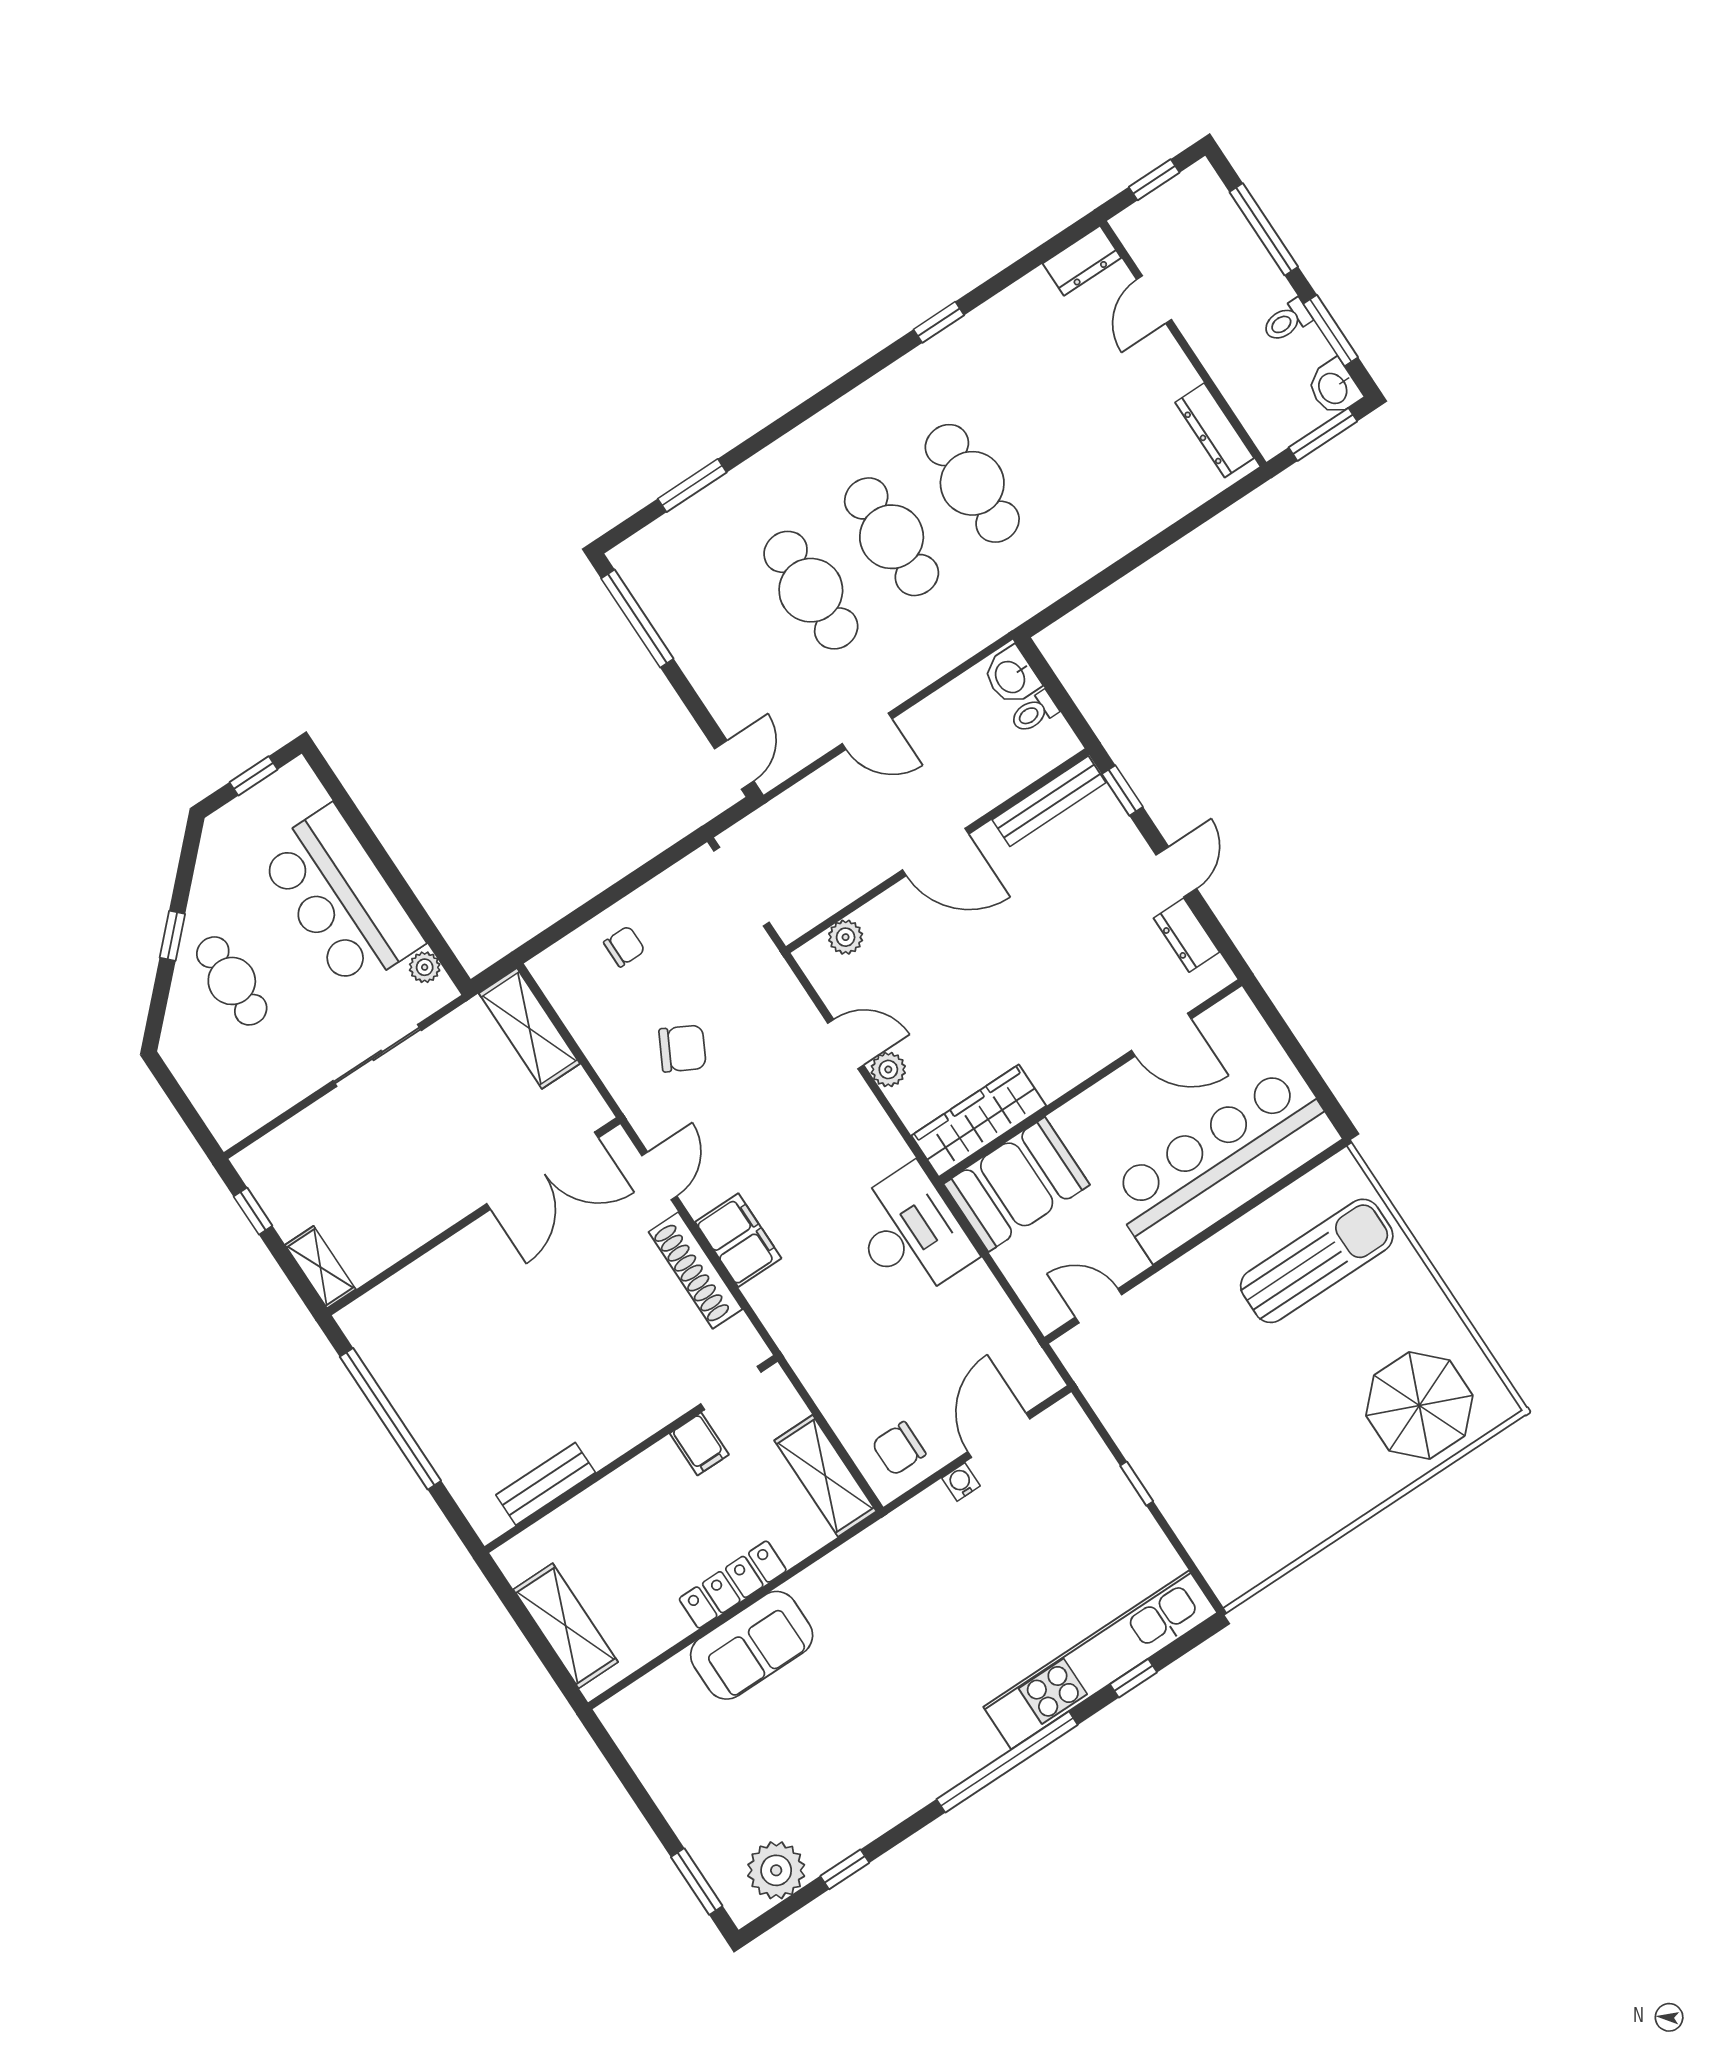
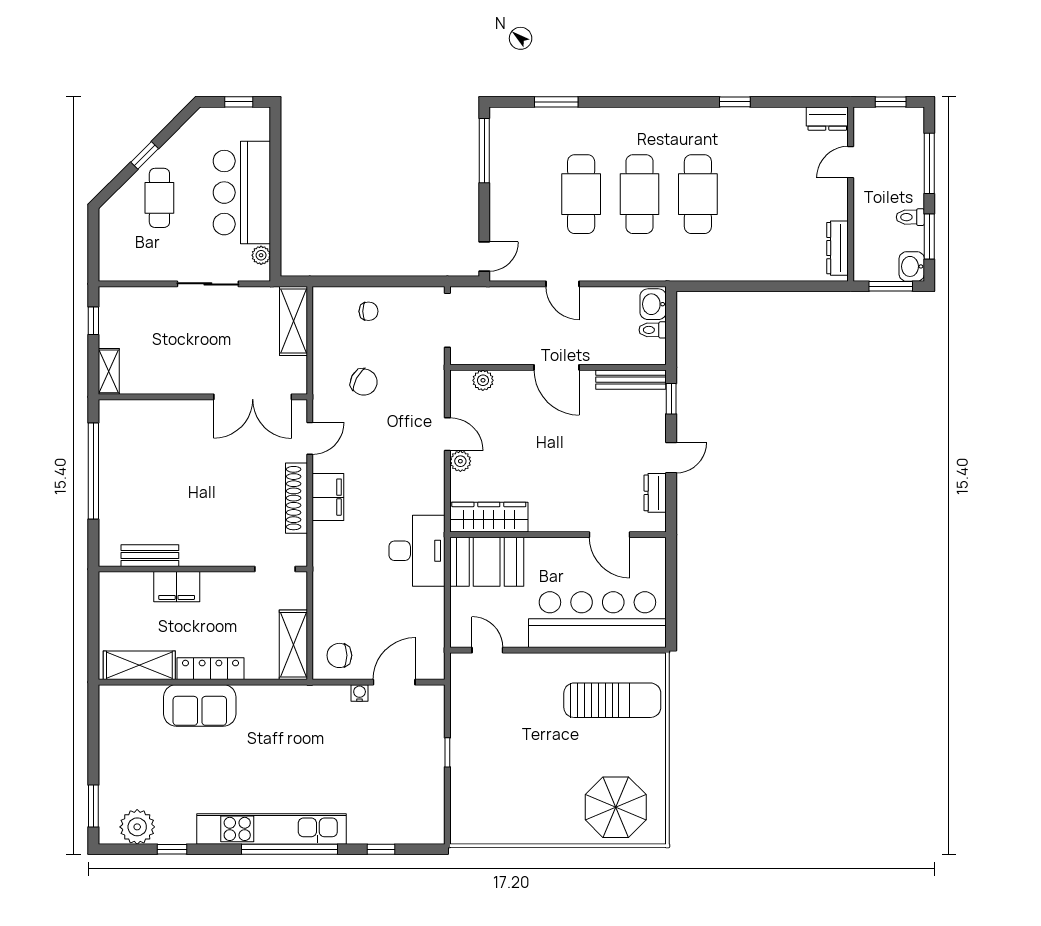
filing cabinet: (699, 1444) -> (177, 587), moved, width x2.00
shelving: (566, 1626) -> (139, 665), moved, turned 90
kitchen unit: (1100, 1660) -> (272, 829), moved

